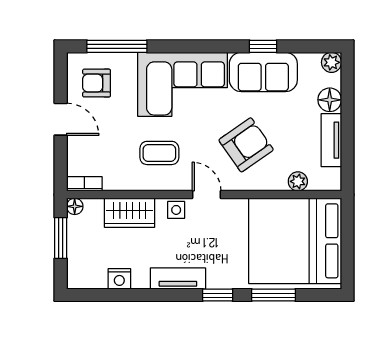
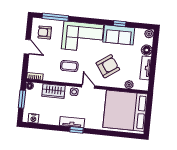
nightstand: (119, 279) -> (33, 118), moved
window: (218, 295) -> (76, 130), moved
window: (274, 295) -> (113, 134), removed

